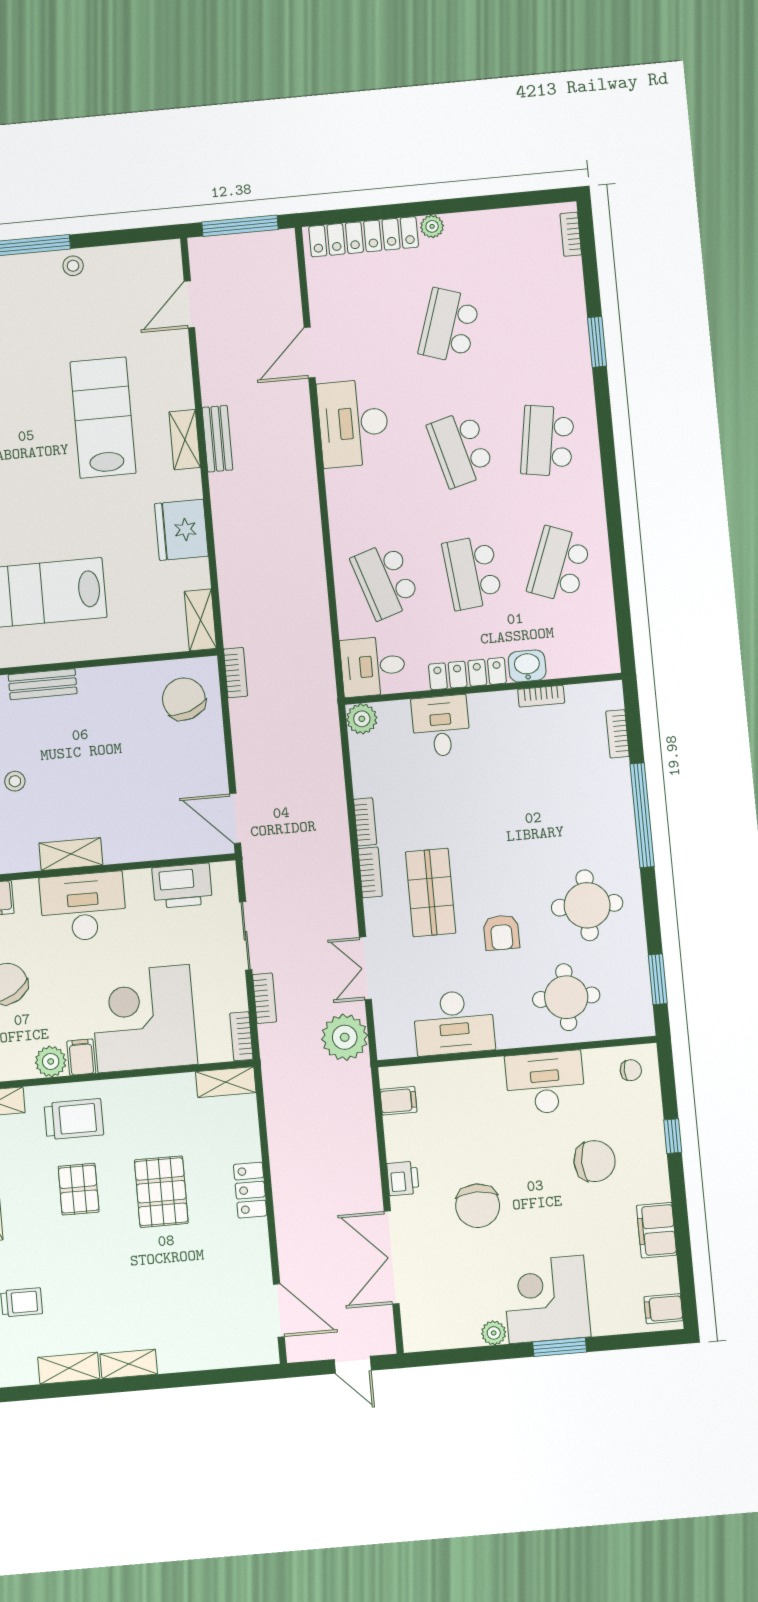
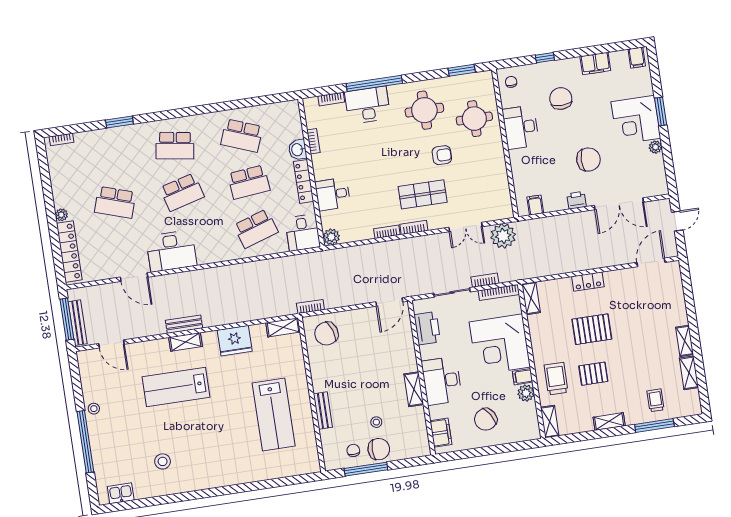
bench: (232, 245) -> (78, 323), added
desk: (454, 1023) -> (368, 105), moved, turned -90
bookcase: (241, 1036) -> (499, 292), width x1.56

